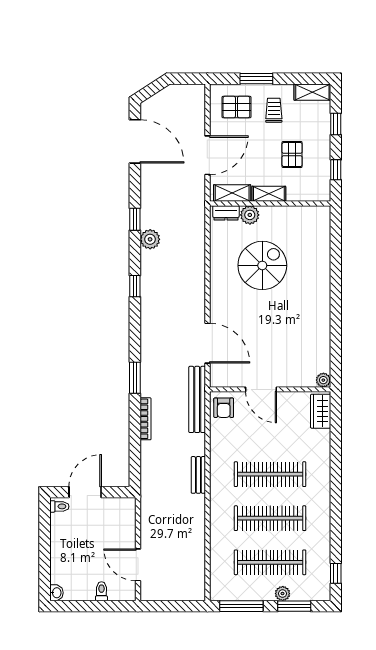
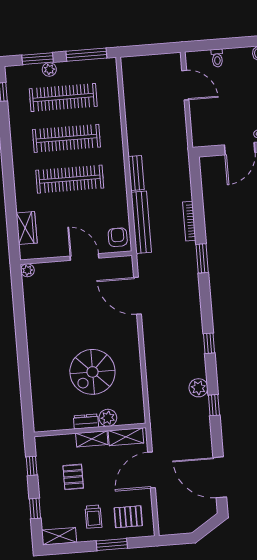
dresser: (226, 213) -> (86, 421), moved
bench: (197, 399) -> (141, 222), moved
wardrobe: (321, 411) -> (27, 228), moved

